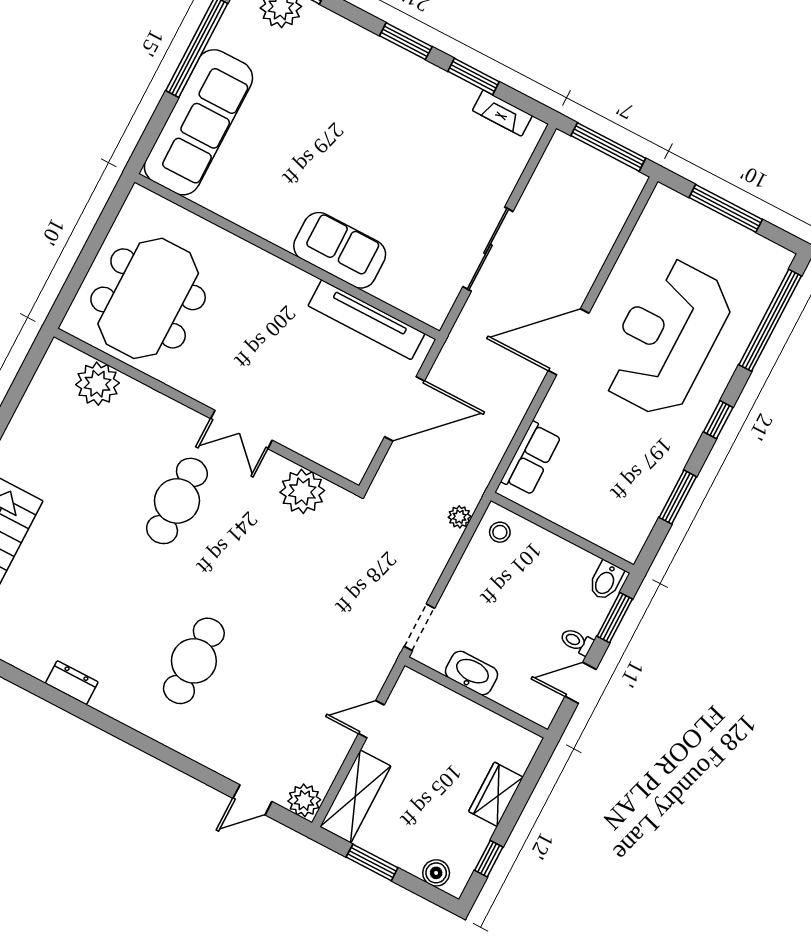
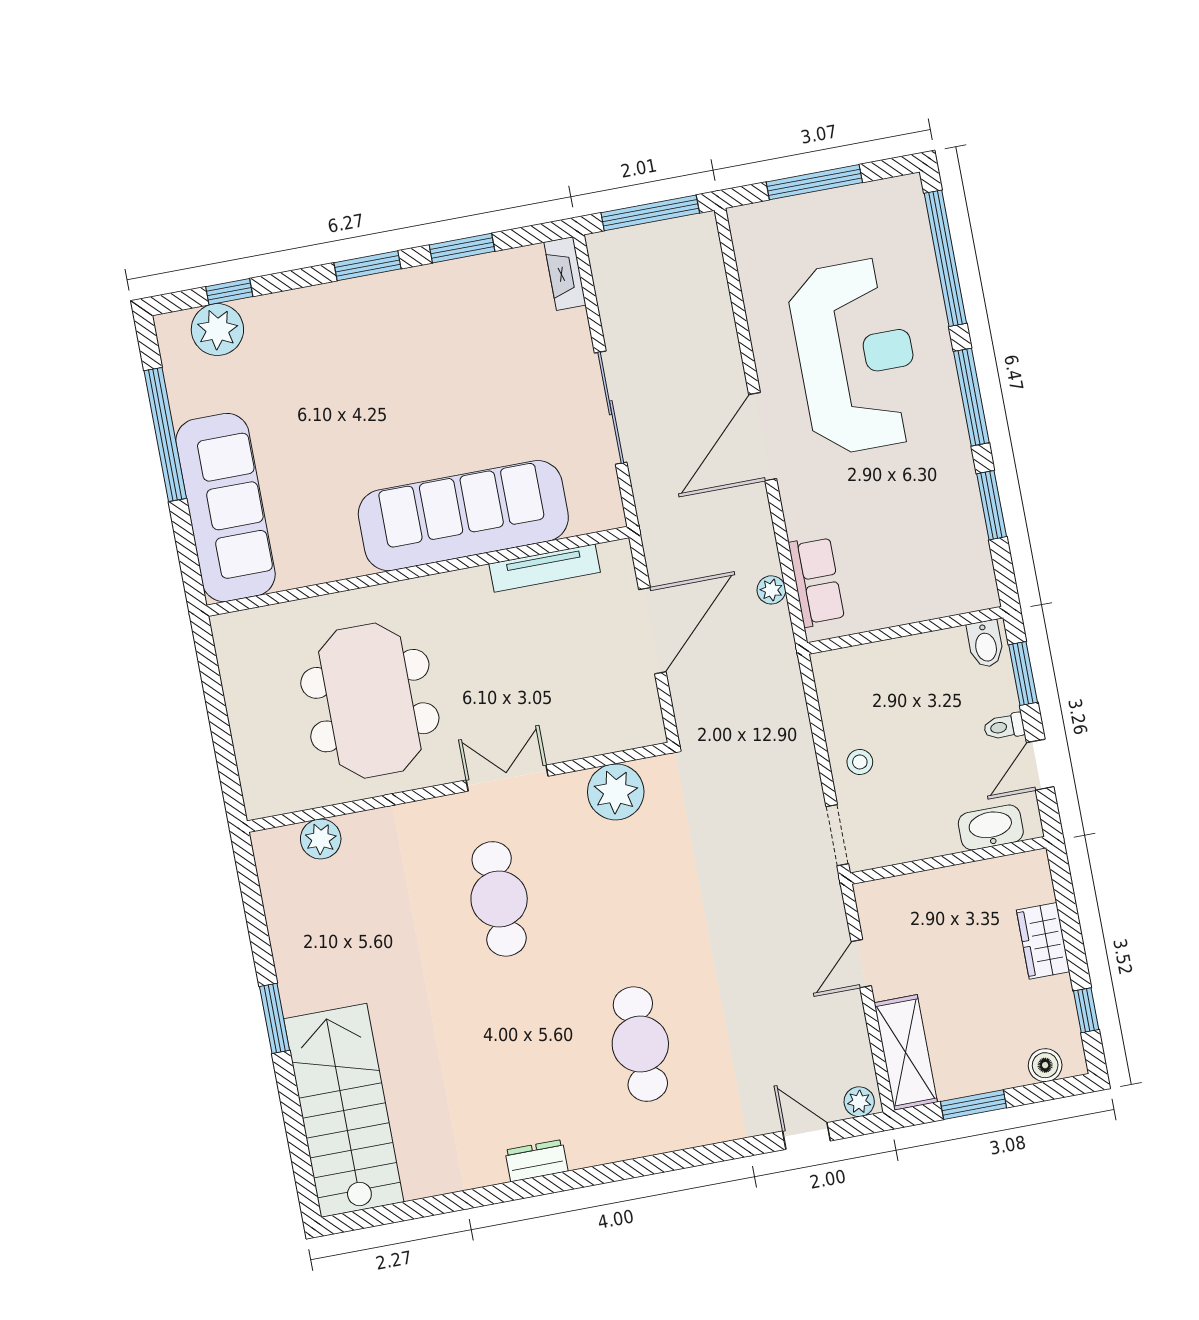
fireplace: (502, 113) -> (565, 274), moved, turned 90
sofa: (340, 250) -> (463, 516), width x1.85, depth x1.27
meeting table: (148, 298) -> (370, 701), moved
tv unit: (366, 320) -> (545, 568), width x0.73, depth x0.78
reception desk: (666, 338) -> (856, 356), turned 180
plant: (98, 384) -> (321, 839), width x0.73, depth x0.73
window: (718, 420) -> (971, 397), width x2.17
double door: (241, 429) -> (507, 778), swing flipped
plant: (459, 517) -> (771, 590), moved
stool: (500, 532) -> (860, 762), moved
washbasin: (471, 673) -> (991, 827), moved
door: (252, 800) -> (807, 1136), swing flipped
plant: (304, 800) -> (859, 1102), width x0.73, depth x0.73

